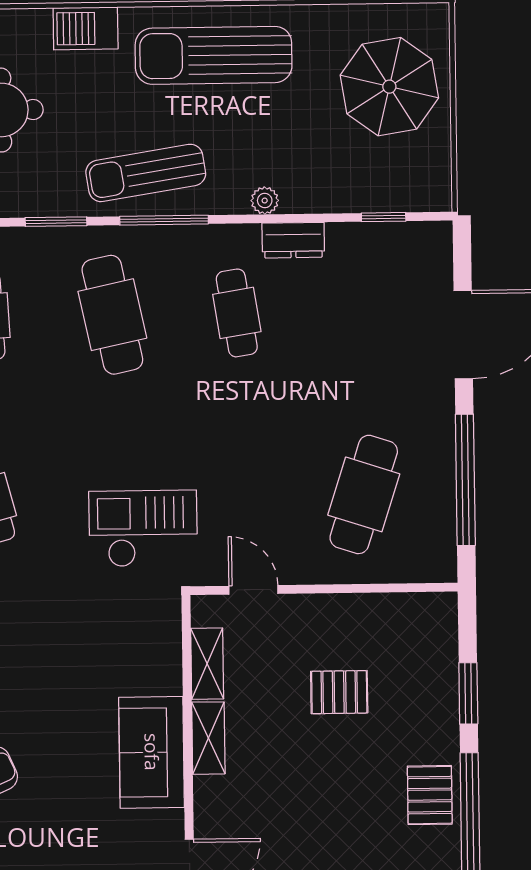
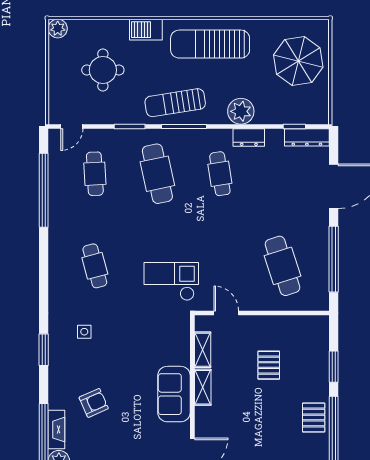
plant: (265, 201) -> (241, 111), width x1.88, depth x1.88
dresser: (409, 238) -> (307, 137), added
cafe table: (364, 494) -> (282, 266), turned -36
pallet: (339, 692) -> (269, 365), turned 90

